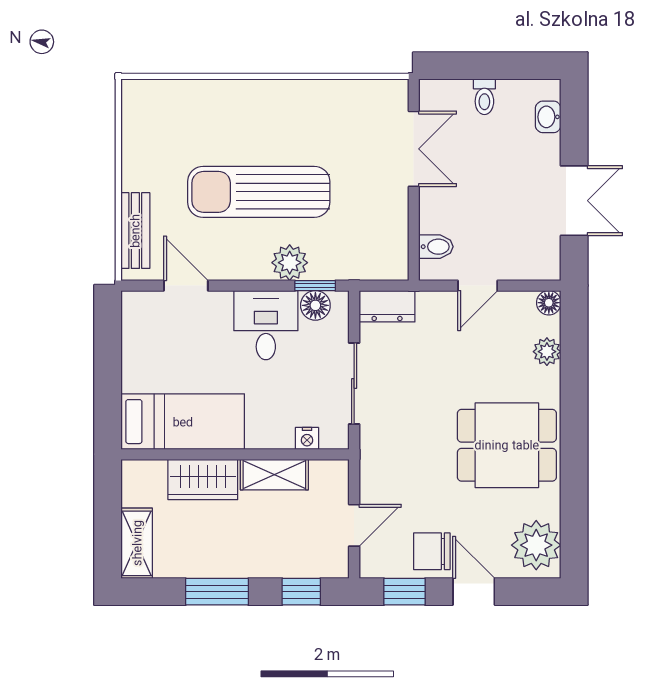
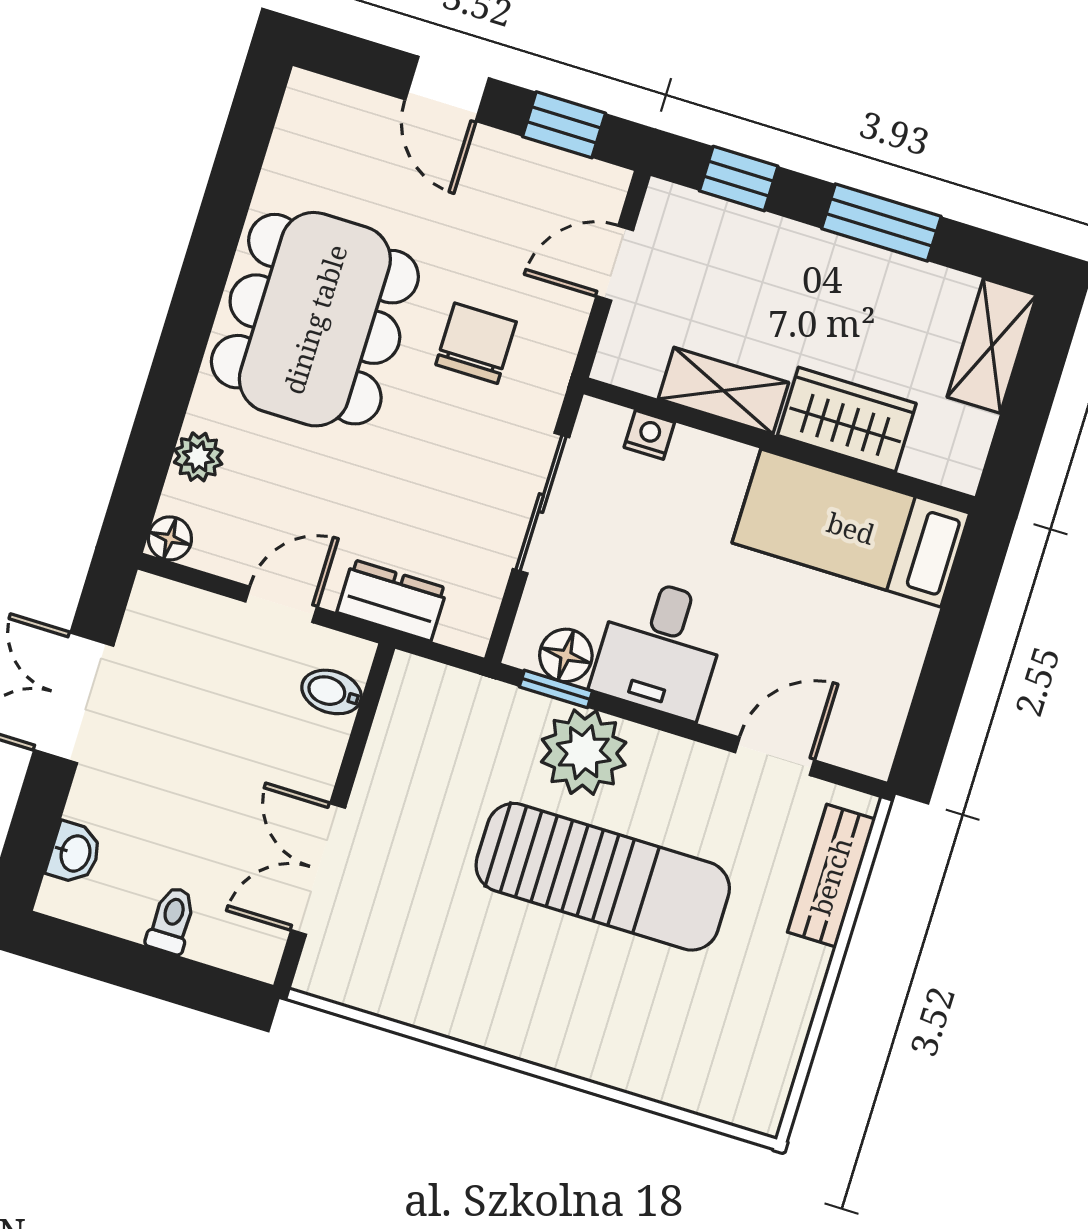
plant: (290, 263) -> (584, 752), width x1.36, depth x1.36
door: (186, 286) -> (775, 756), swing flipped
dresser: (387, 306) -> (392, 600), moved
dining table: (507, 445) -> (315, 319), width x1.38
plant: (536, 545) -> (317, 135), removed
chair: (432, 551) -> (476, 343), moved, turned -90

